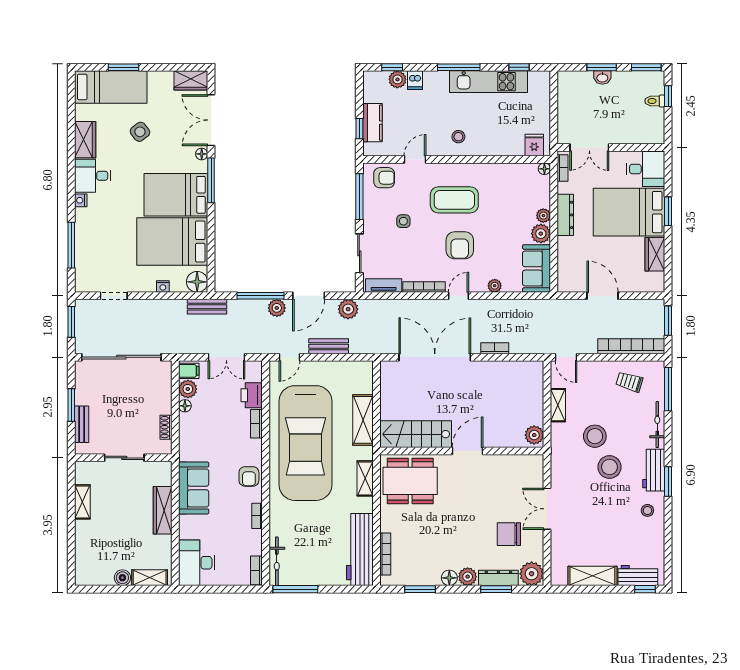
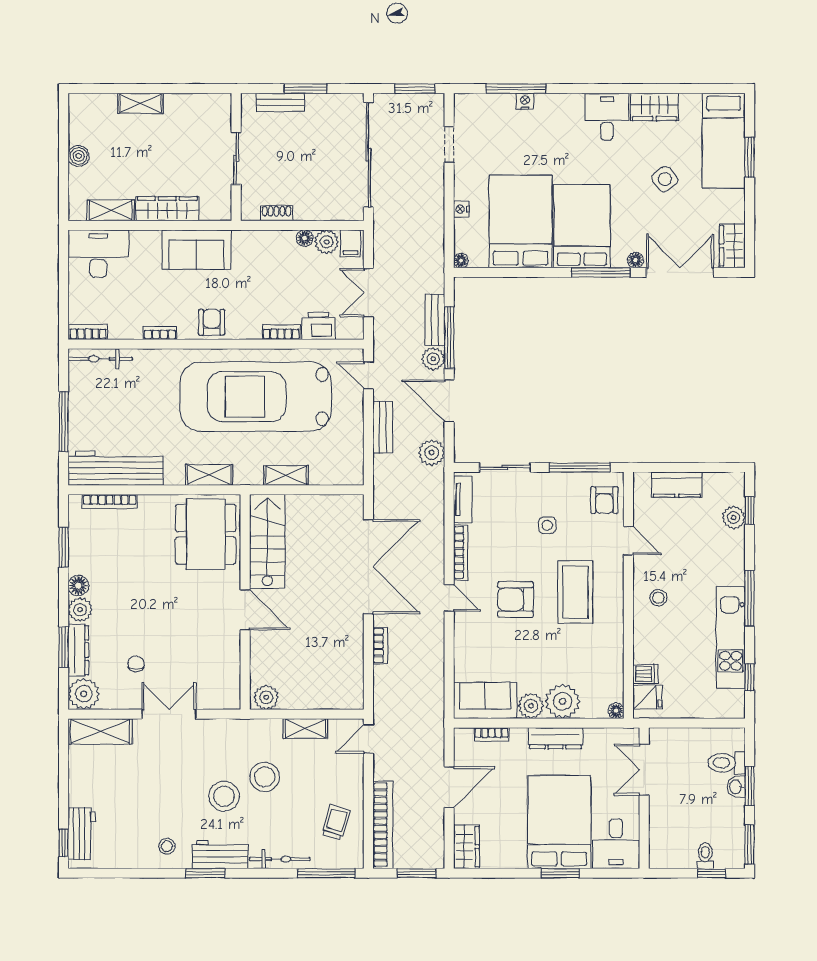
dishwasher: (415, 80) -> (645, 674), moved, turned 180
toilet: (584, 85) -> (727, 763), added
window: (359, 129) -> (669, 467), removed
bookcase: (563, 168) -> (492, 735), moved
nightstand: (81, 200) -> (525, 101), moved
plant: (543, 216) -> (563, 701), width x1.88, depth x1.88
wardrobe: (655, 254) -> (466, 847), moved, turned 90
floor lamp: (197, 282) -> (461, 261), width x0.53, depth x0.53
plant: (495, 286) -> (462, 645), removed
bench: (207, 307) -> (435, 320), moved
shelving: (363, 420) -> (286, 475), width x0.67, depth x0.75
armchair: (249, 476) -> (212, 322), turned 90
shelving: (82, 502) -> (140, 103), moved
chair: (509, 534) -> (136, 664), width x0.54, depth x0.54
shelving: (592, 576) -> (100, 731), moved, turned 90
shelving: (150, 578) -> (111, 210), moved, turned 90
window: (295, 589) -> (64, 421), moved

